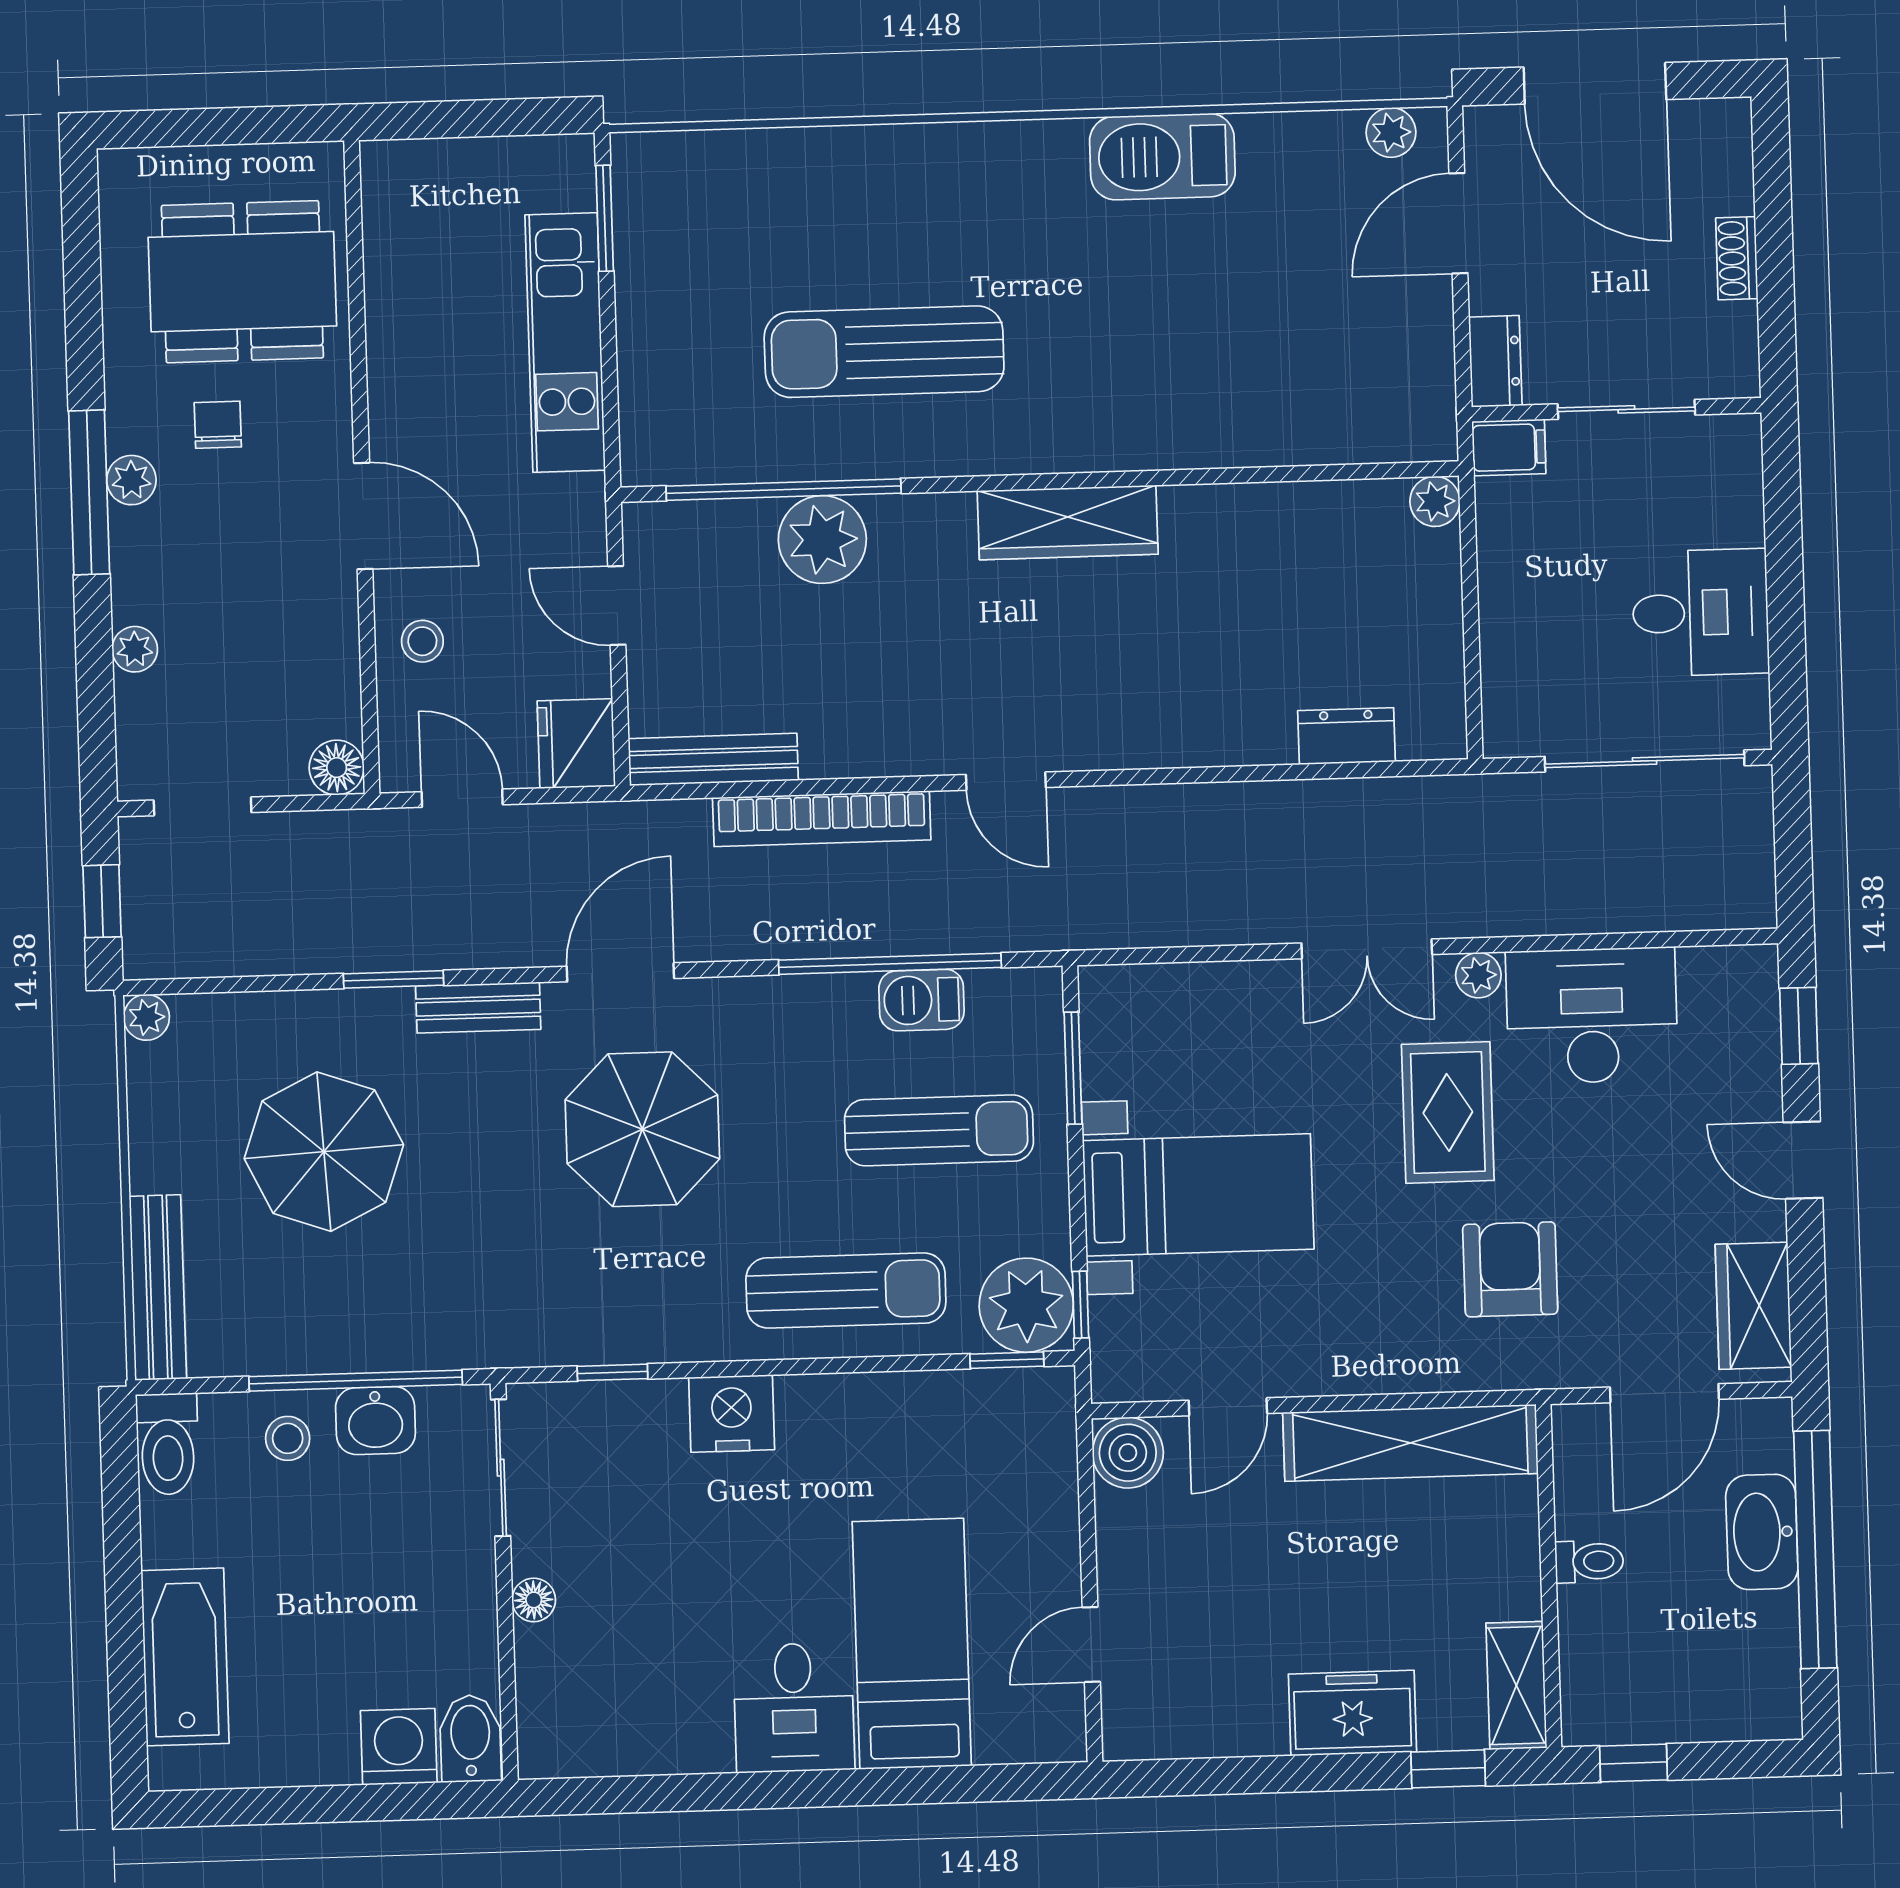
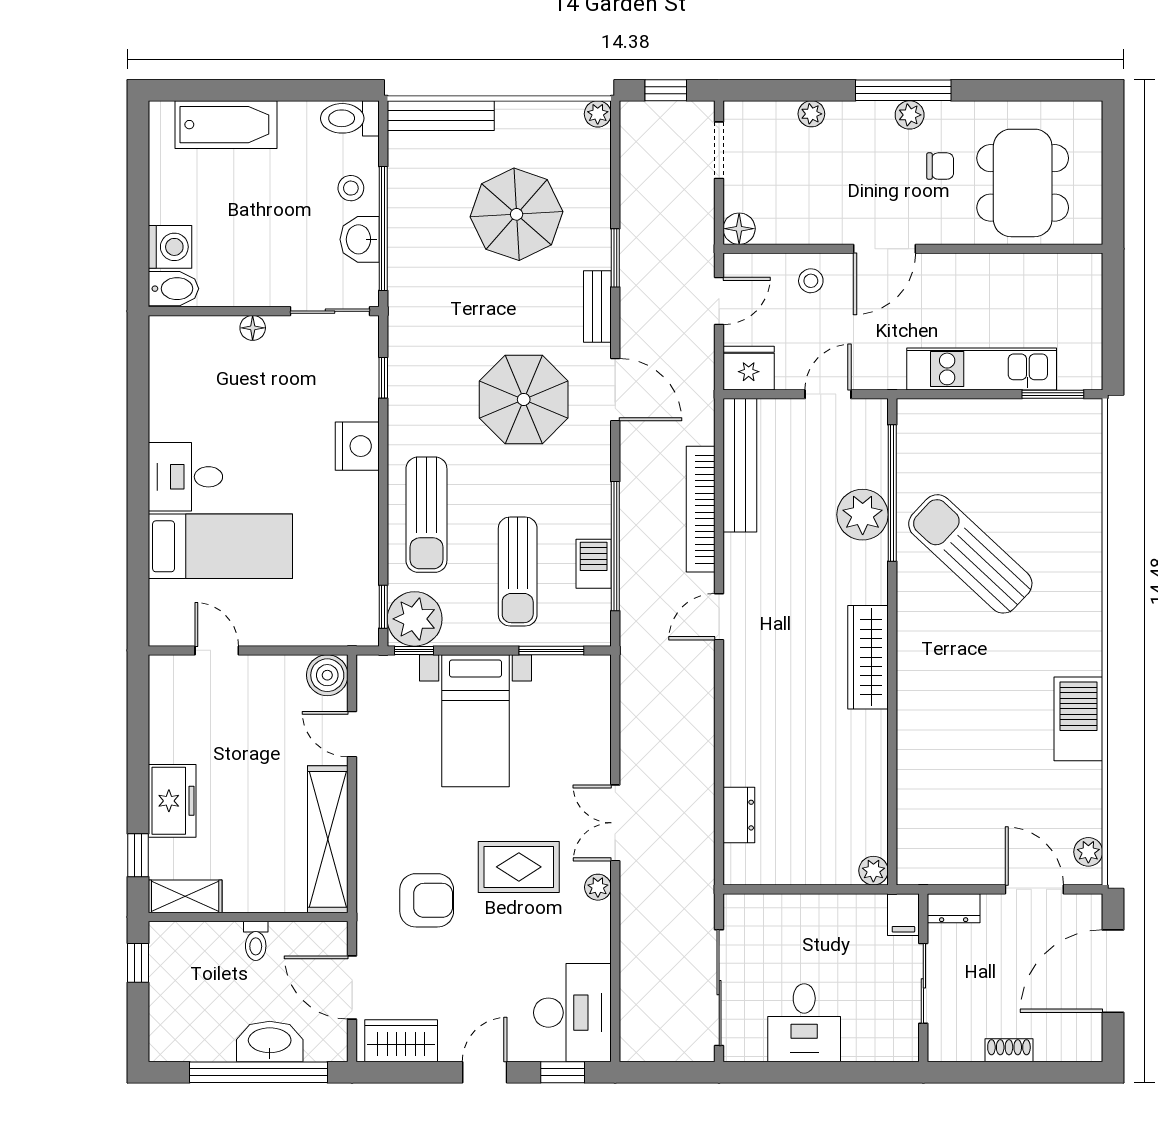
sun lounger: (884, 352) -> (970, 554), turned -47
bench: (713, 759) -> (740, 465), width x1.37, depth x1.21
desk: (1592, 1016) -> (572, 1013), moved

